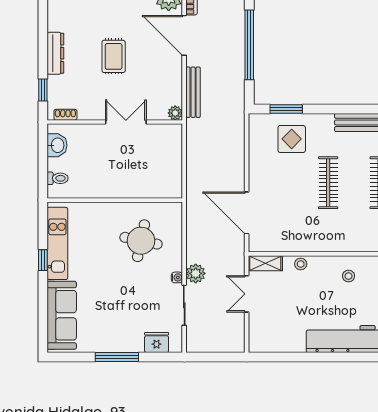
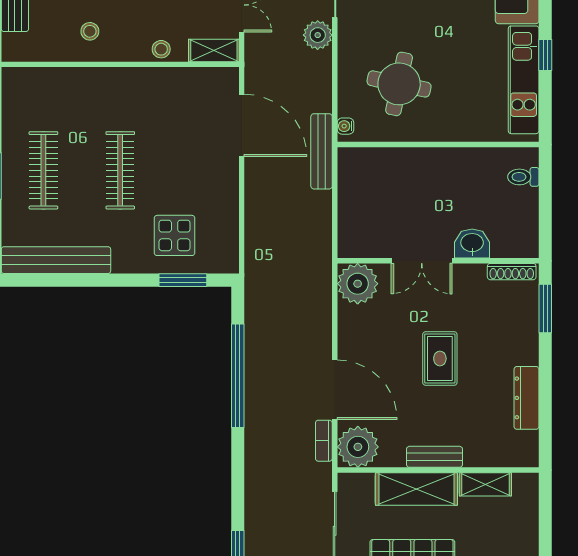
dresser: (55, 53) -> (526, 398), moved
window: (43, 90) -> (545, 309), width x1.50
bench: (193, 92) -> (322, 151), moved
plant: (175, 113) -> (358, 284), width x1.87, depth x1.87
shoe rack: (65, 115) -> (512, 272), width x1.43
washbasin: (57, 145) -> (472, 243), moved, turned 90
water cooler: (177, 277) -> (345, 126), moved

